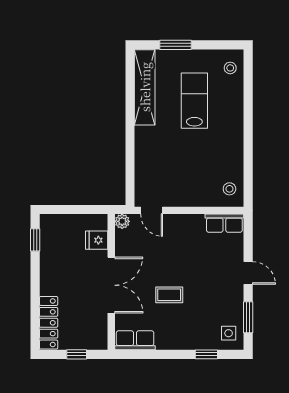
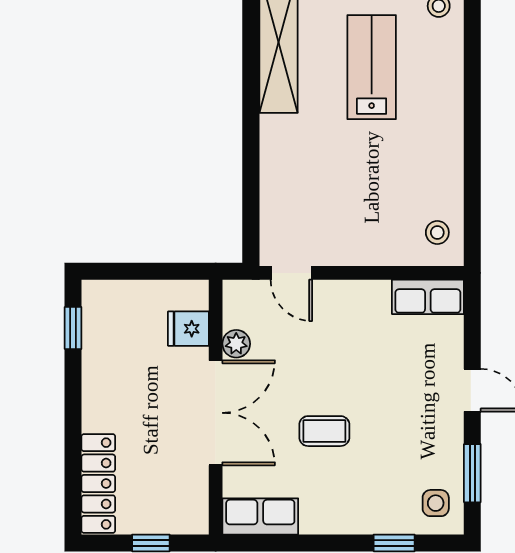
plant: (122, 221) -> (236, 344), moved

